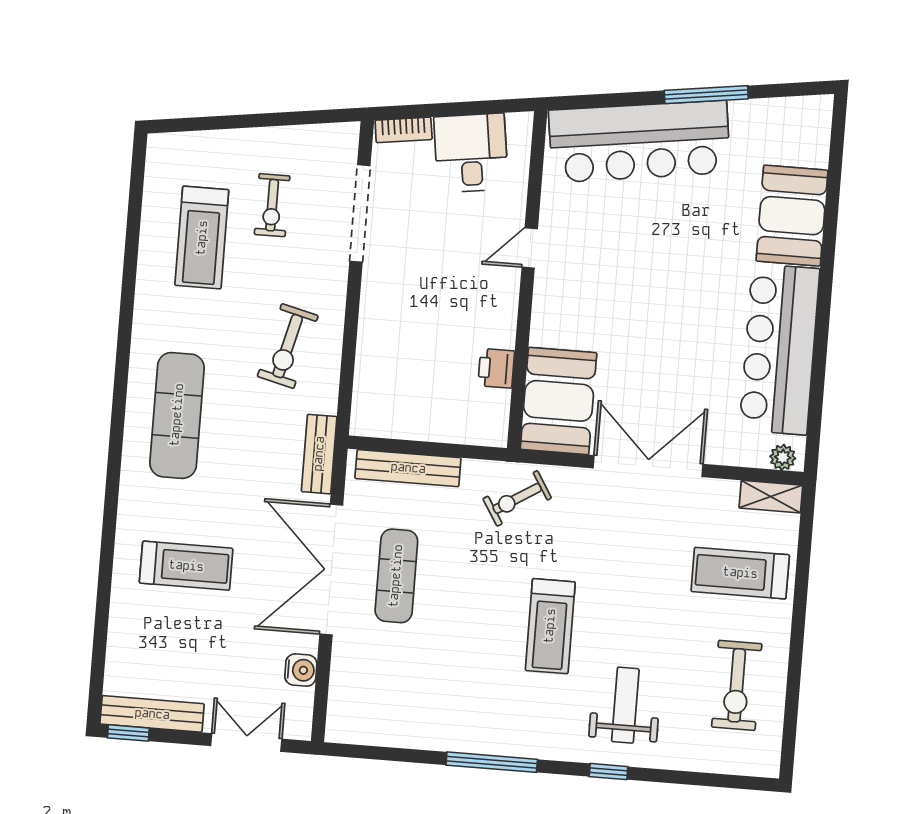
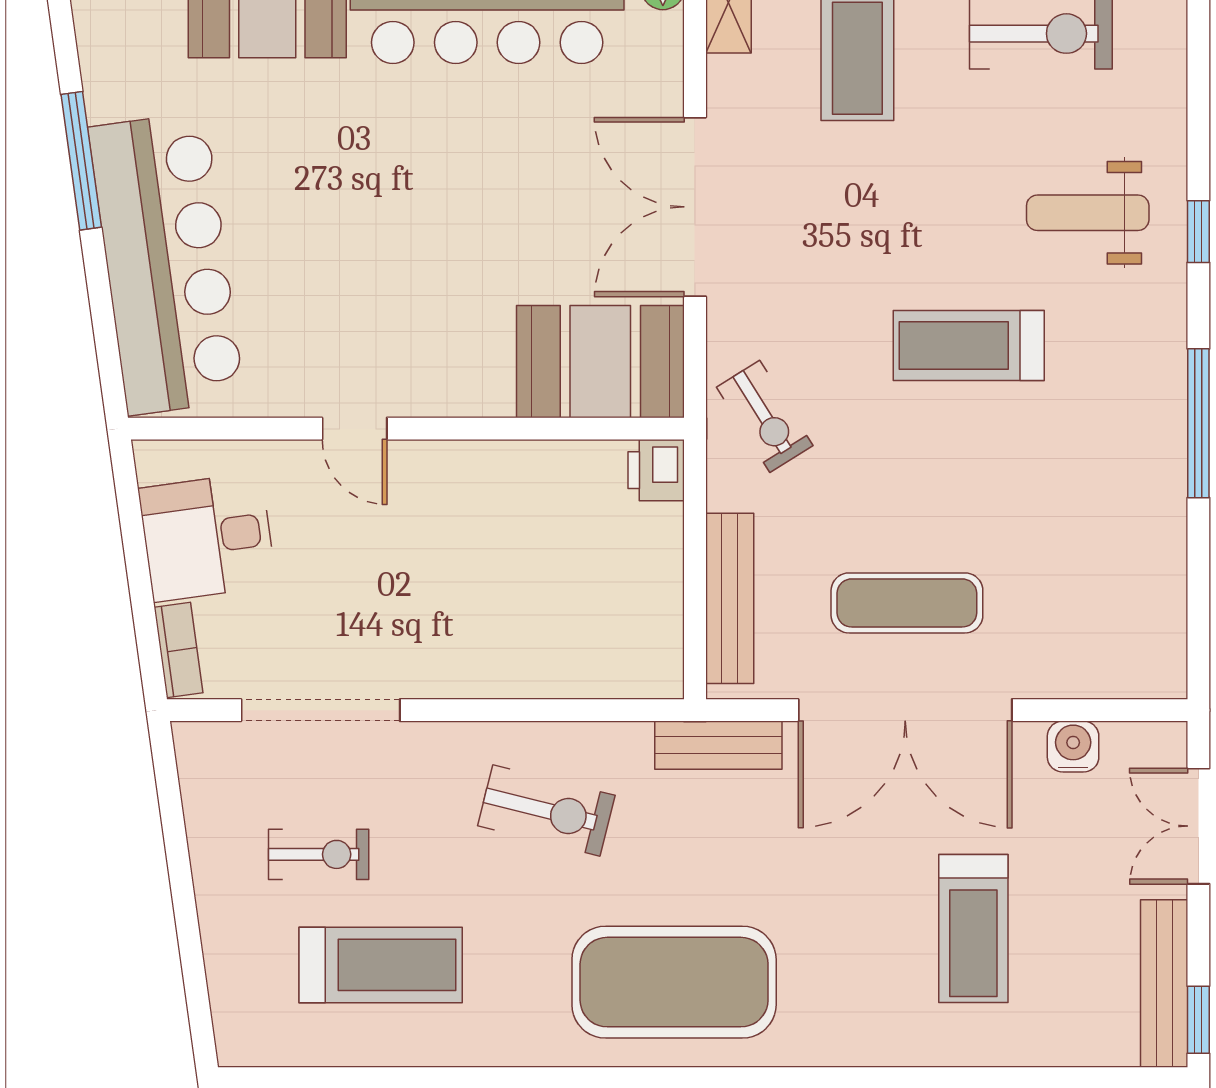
printer: (496, 368) -> (656, 470), moved, turned 90
exercise mat: (177, 415) -> (674, 982), width x1.47
treadmill: (186, 566) -> (973, 928), moved, turned 180
treadmill: (550, 626) -> (969, 346), turned 180

